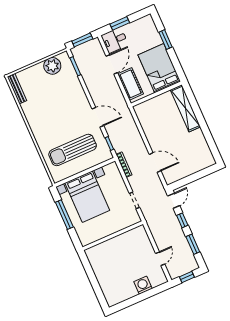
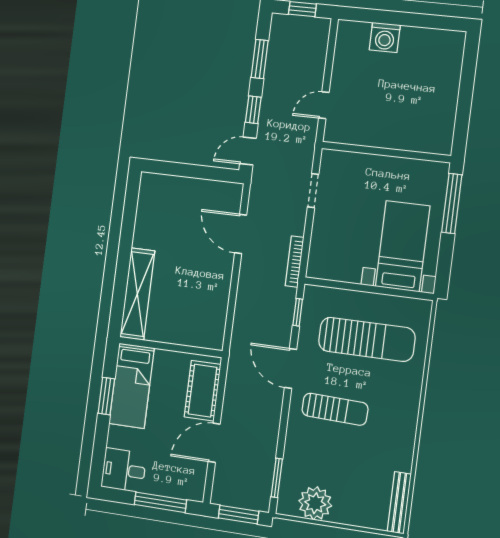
window: (120, 23) -> (160, 502), width x1.44
desk: (115, 40) -> (124, 470), moved, turned 180
window: (165, 40) -> (106, 396), moved
bed: (159, 68) -> (132, 386), width x0.67
sun lounger: (68, 112) -> (335, 409), added
bed with nightstands: (87, 197) -> (403, 246), width x0.73
window: (64, 215) -> (452, 204), moved
door: (160, 259) -> (324, 105), moved

